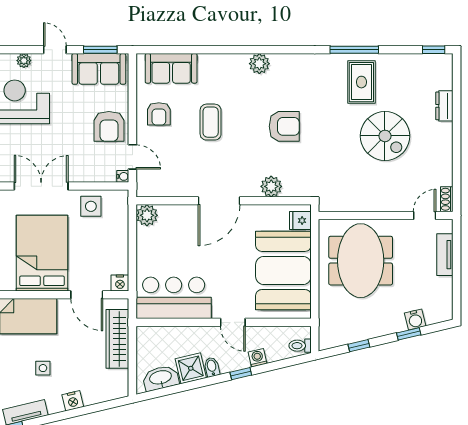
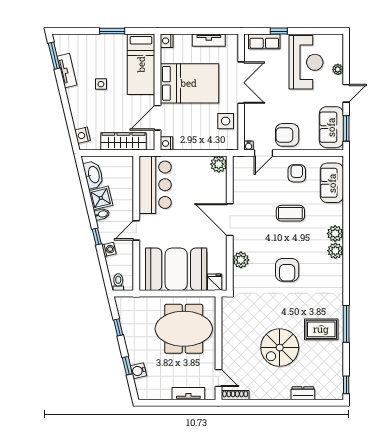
plant: (237, 64) -> (335, 234), added
armchair: (159, 114) -> (297, 173), turned 90
shoe rack: (447, 199) -> (235, 395), width x1.43
nightstand: (73, 401) -> (82, 135), moved

